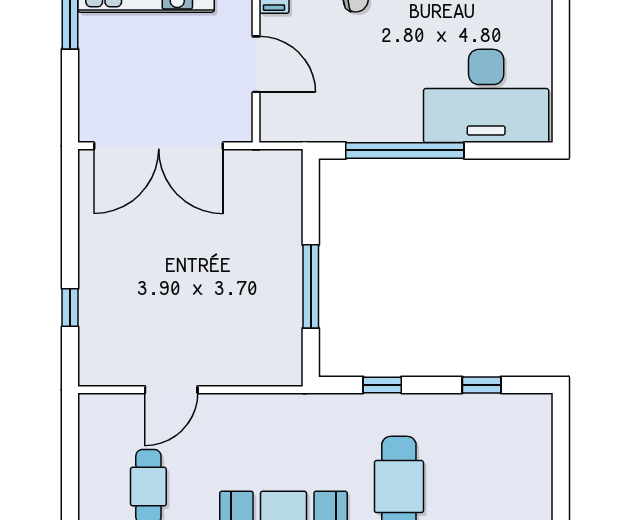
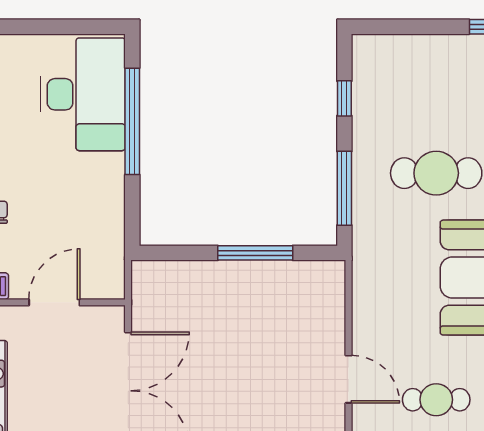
window: (405, 150) -> (132, 121), moved
window: (382, 385) -> (344, 188), width x2.17

